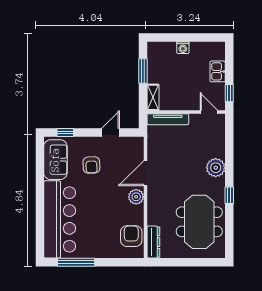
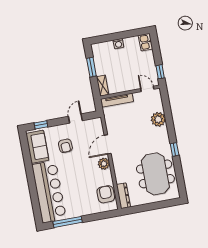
kitchen sink: (218, 71) -> (145, 42), moved
plant: (216, 168) -> (158, 119), moved

